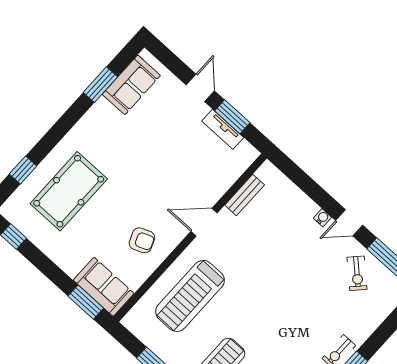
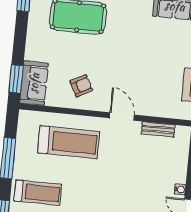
armchair: (142, 240) -> (81, 86), turned -96
treadmill: (190, 296) -> (69, 142), turned 180

